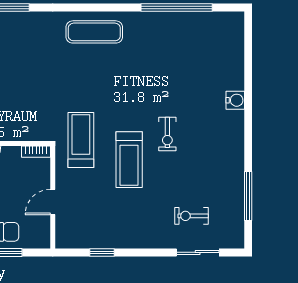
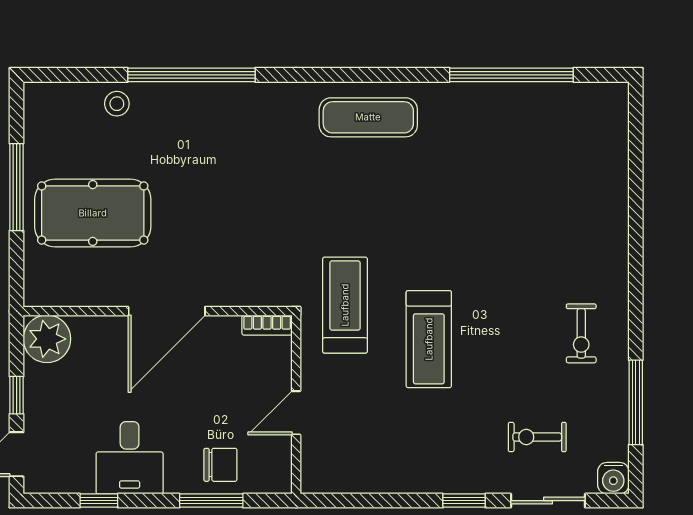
water cooler: (235, 100) -> (613, 478), moved, turned 90
exercise bike: (167, 134) -> (581, 333), moved
window: (102, 252) -> (464, 501), moved

